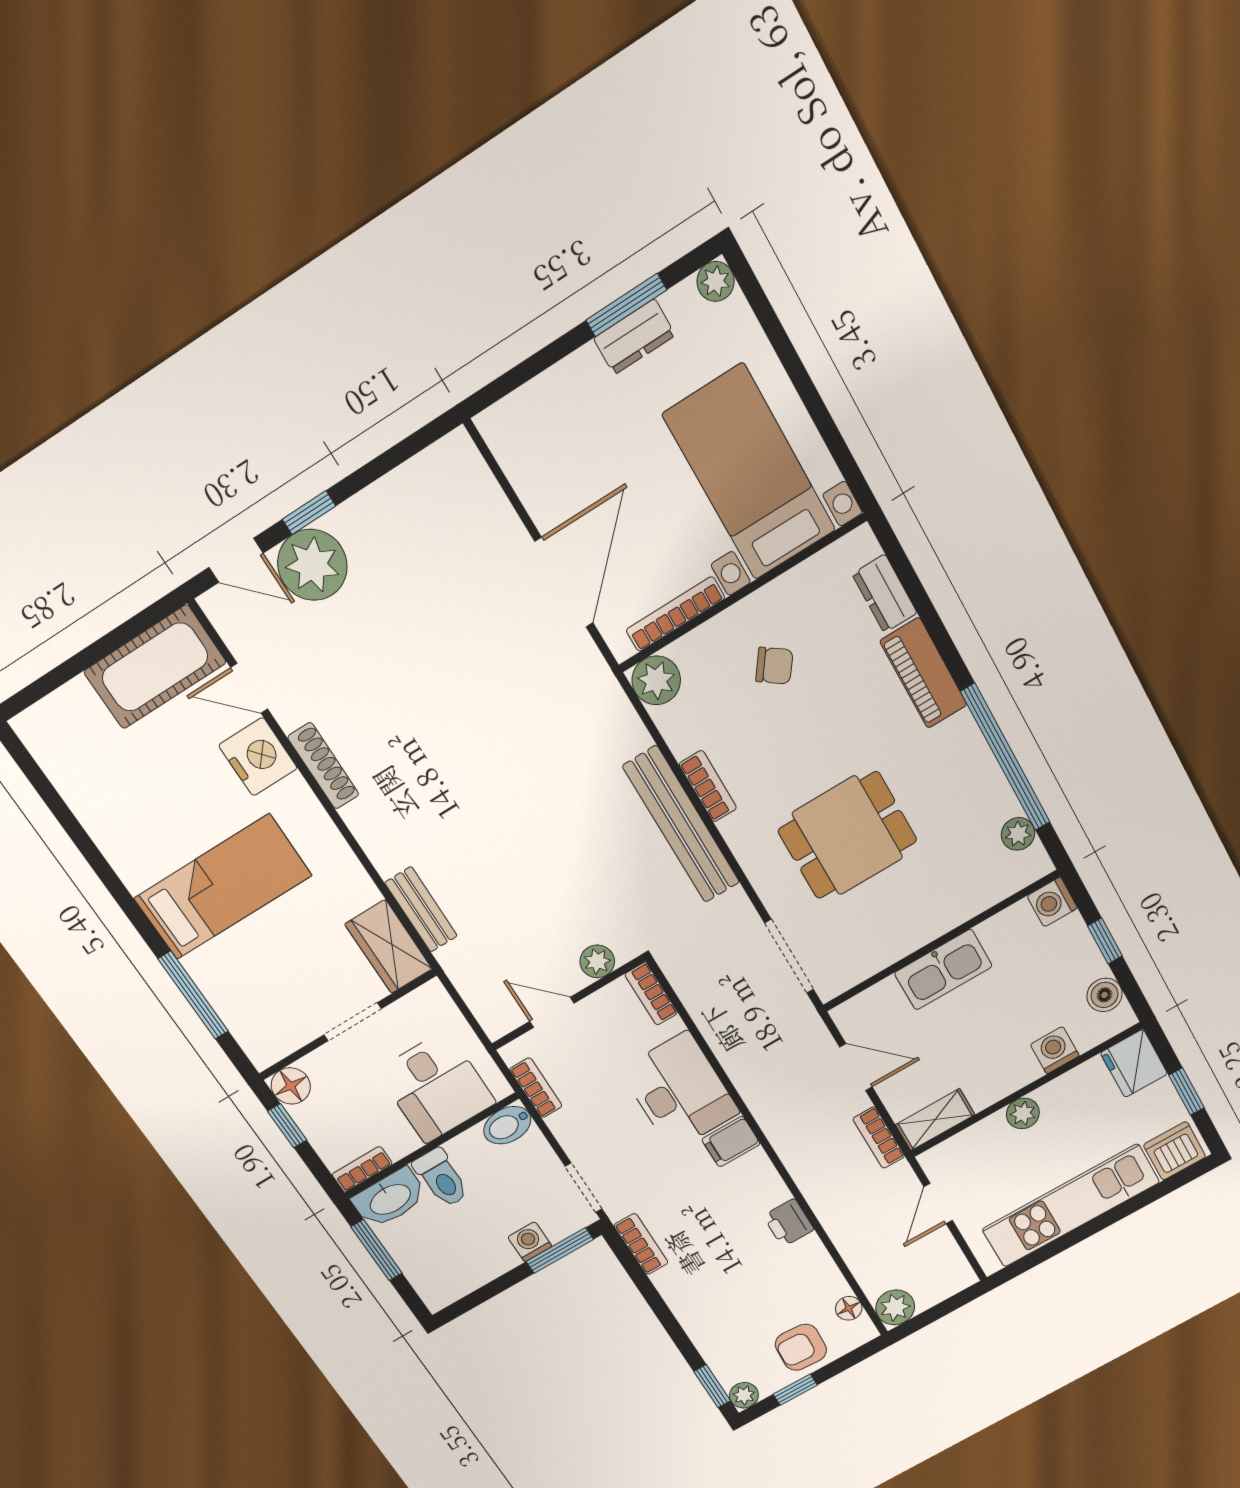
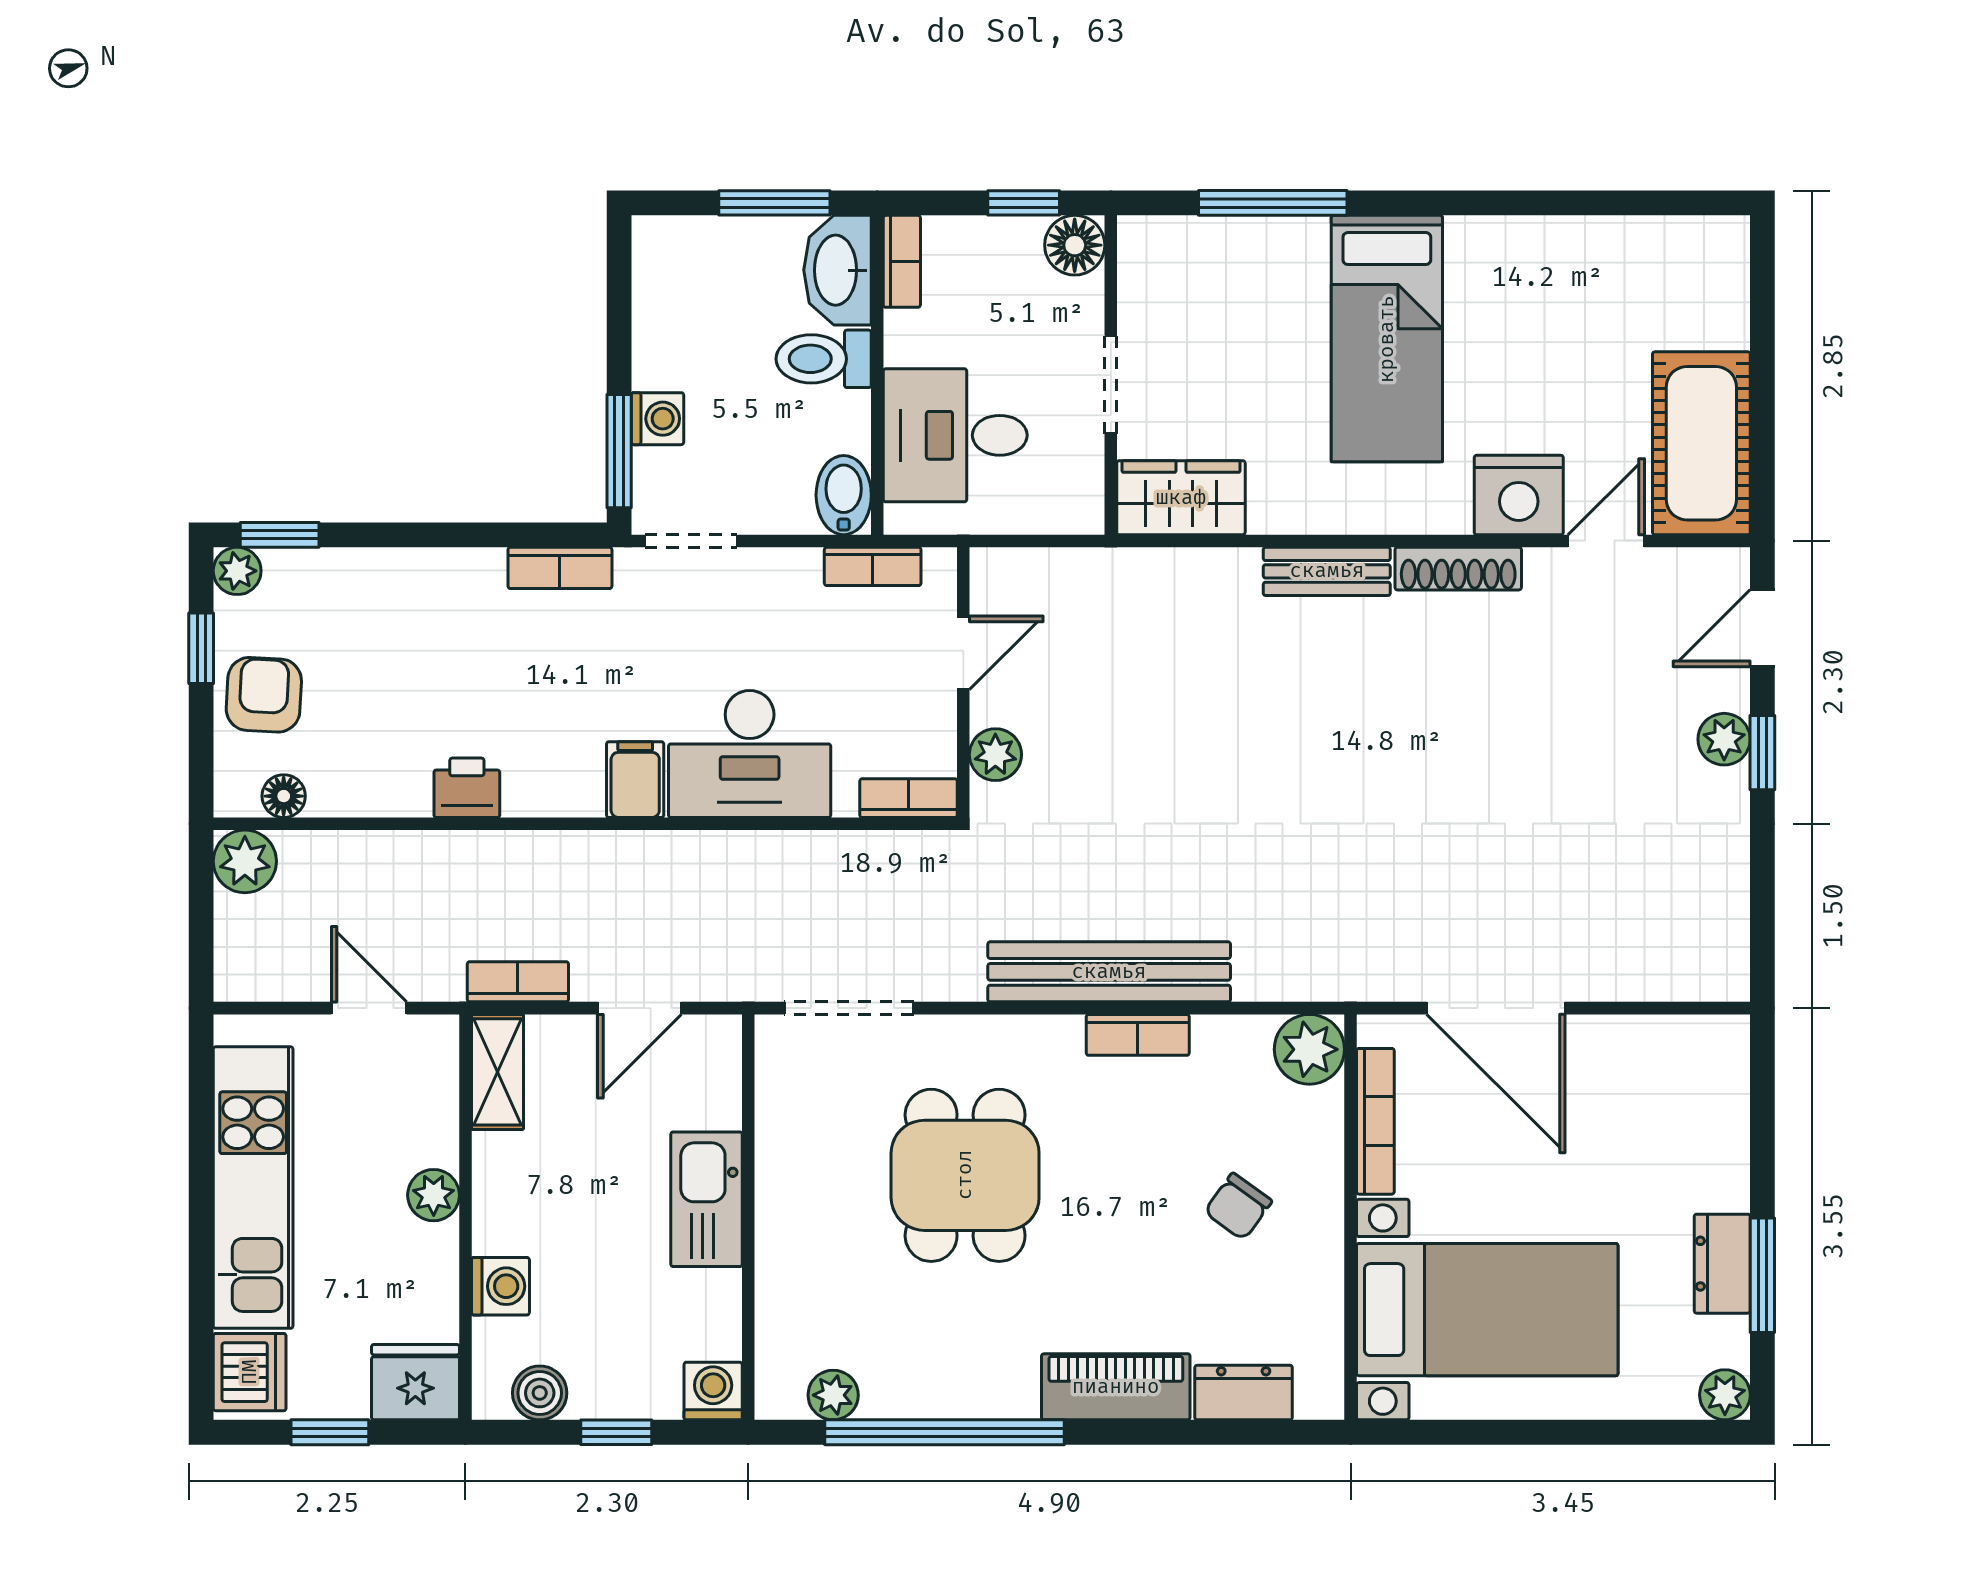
plant: (312, 565) -> (1724, 739), width x0.53, depth x0.53
bench: (421, 909) -> (1327, 571), moved

